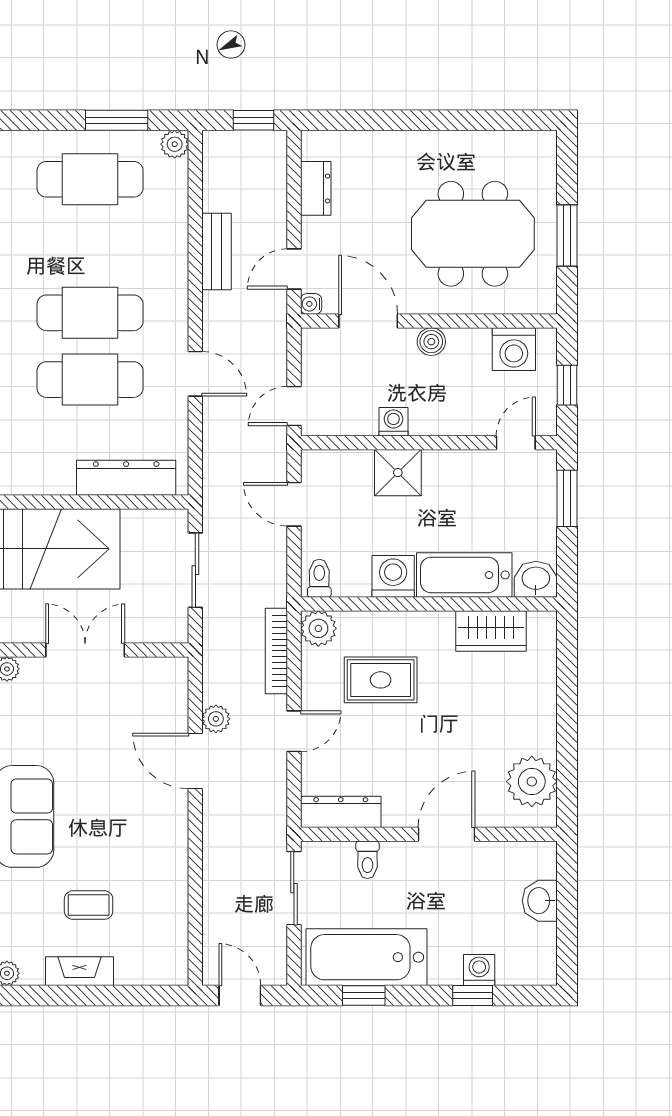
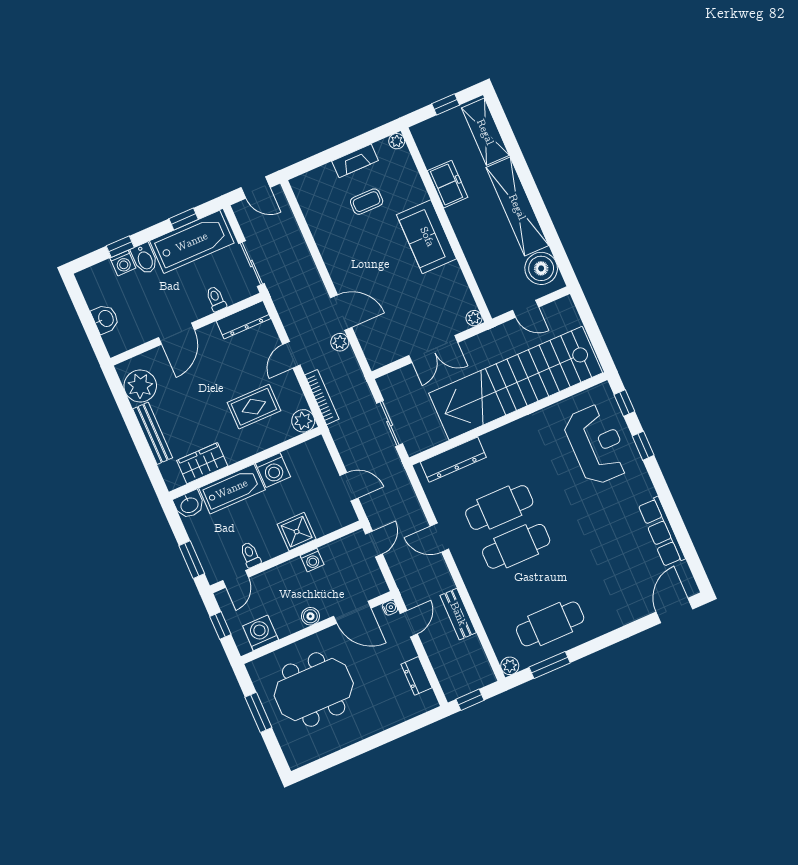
toilet: (319, 578) -> (250, 555), moved, turned 180
bench: (544, 705) -> (153, 433), added
bidet: (445, 963) -> (145, 259), added

